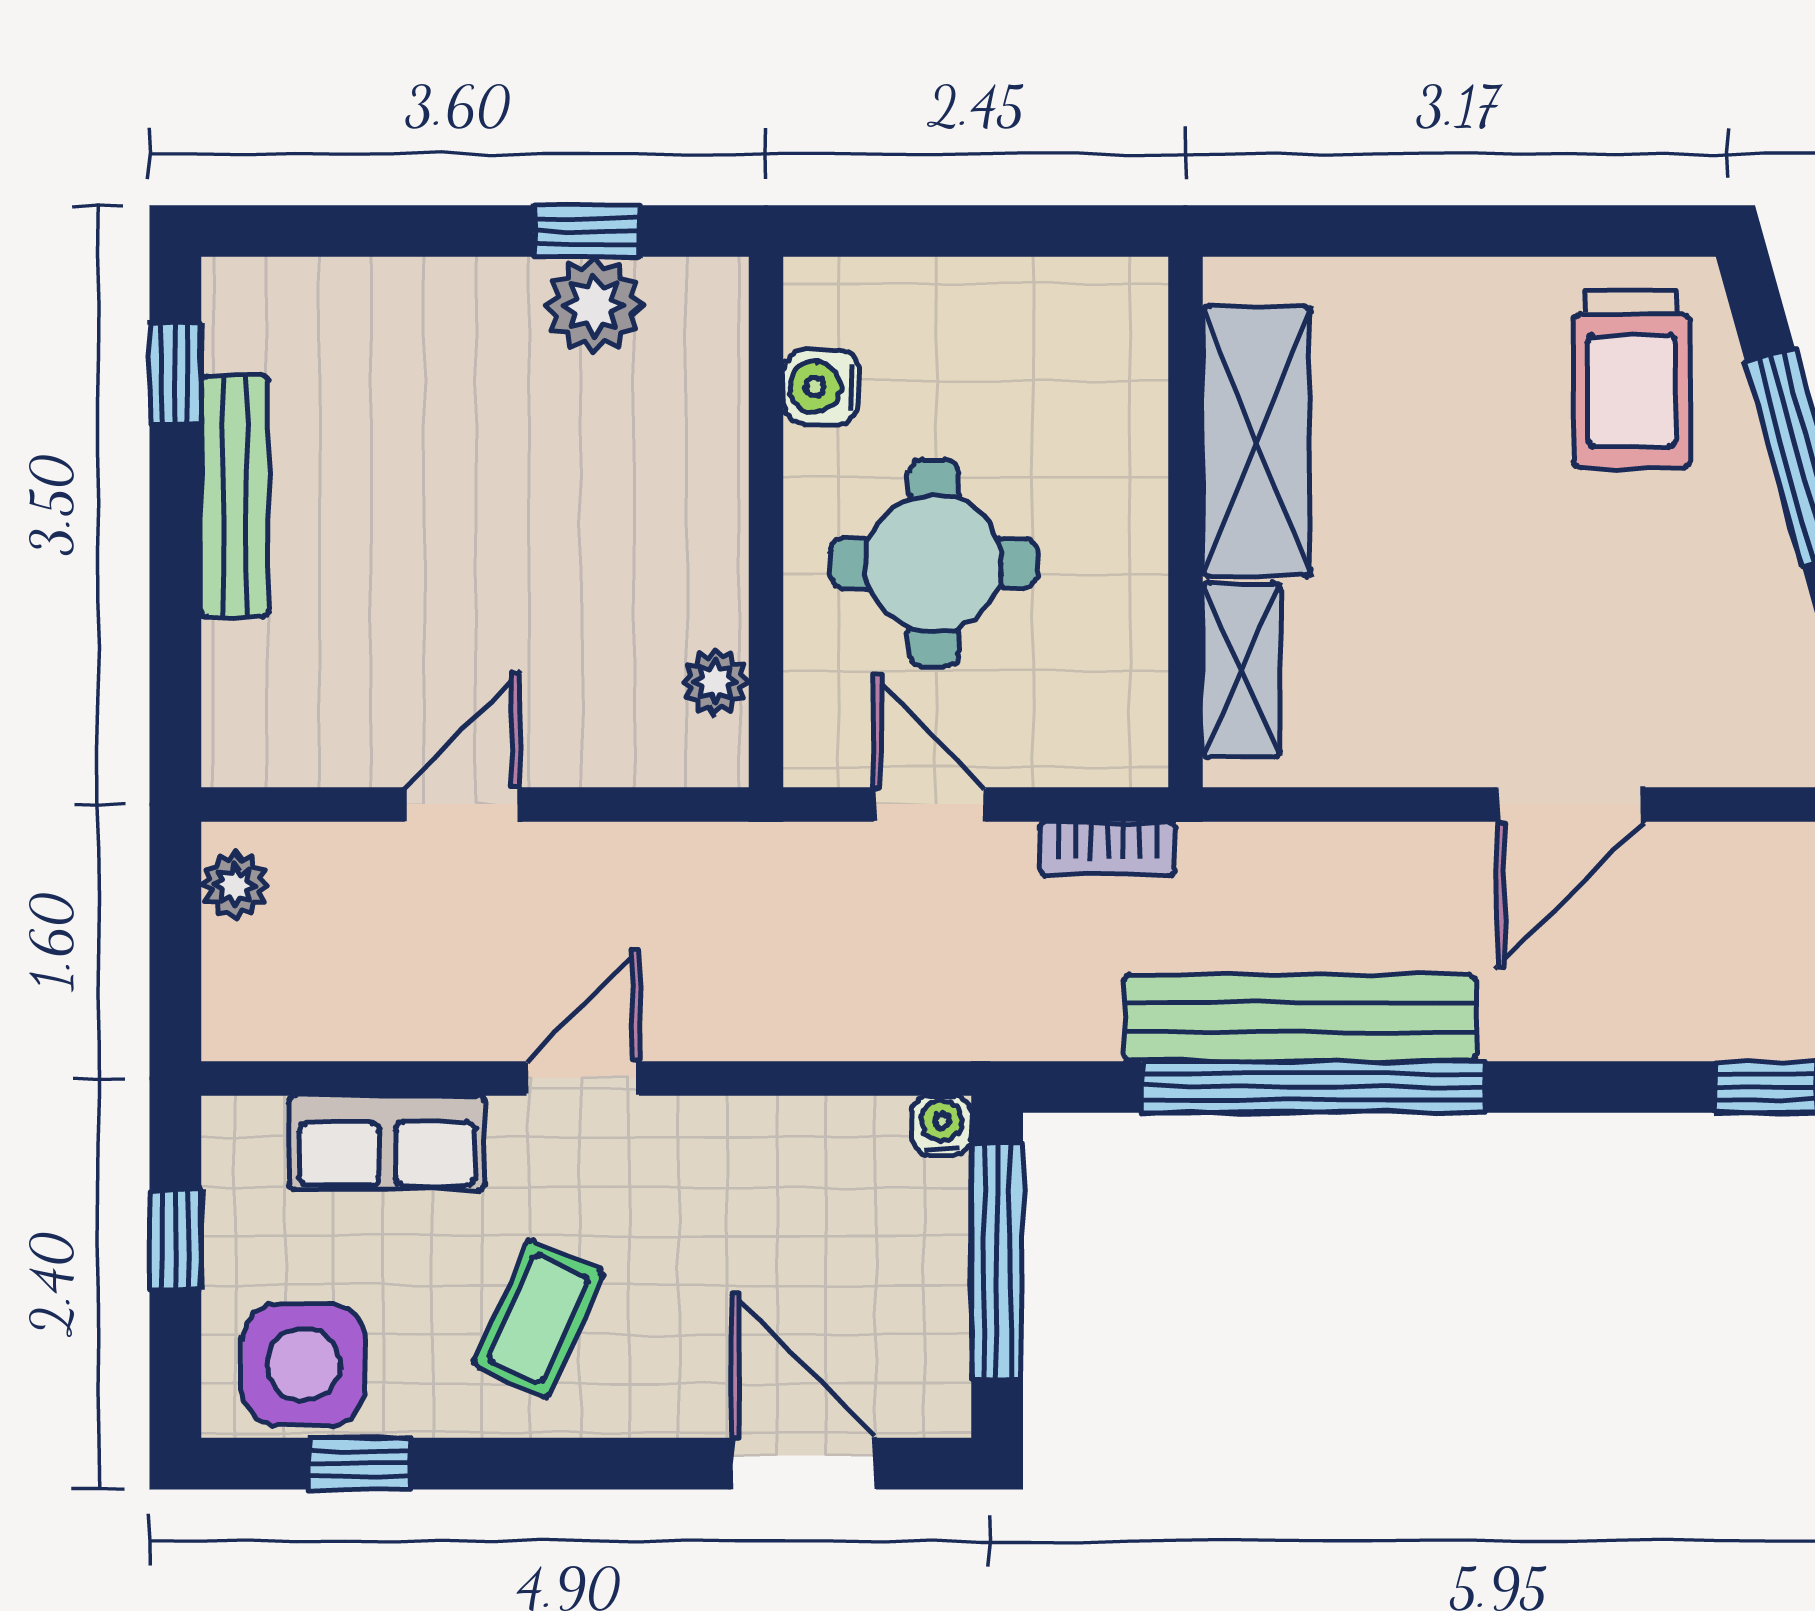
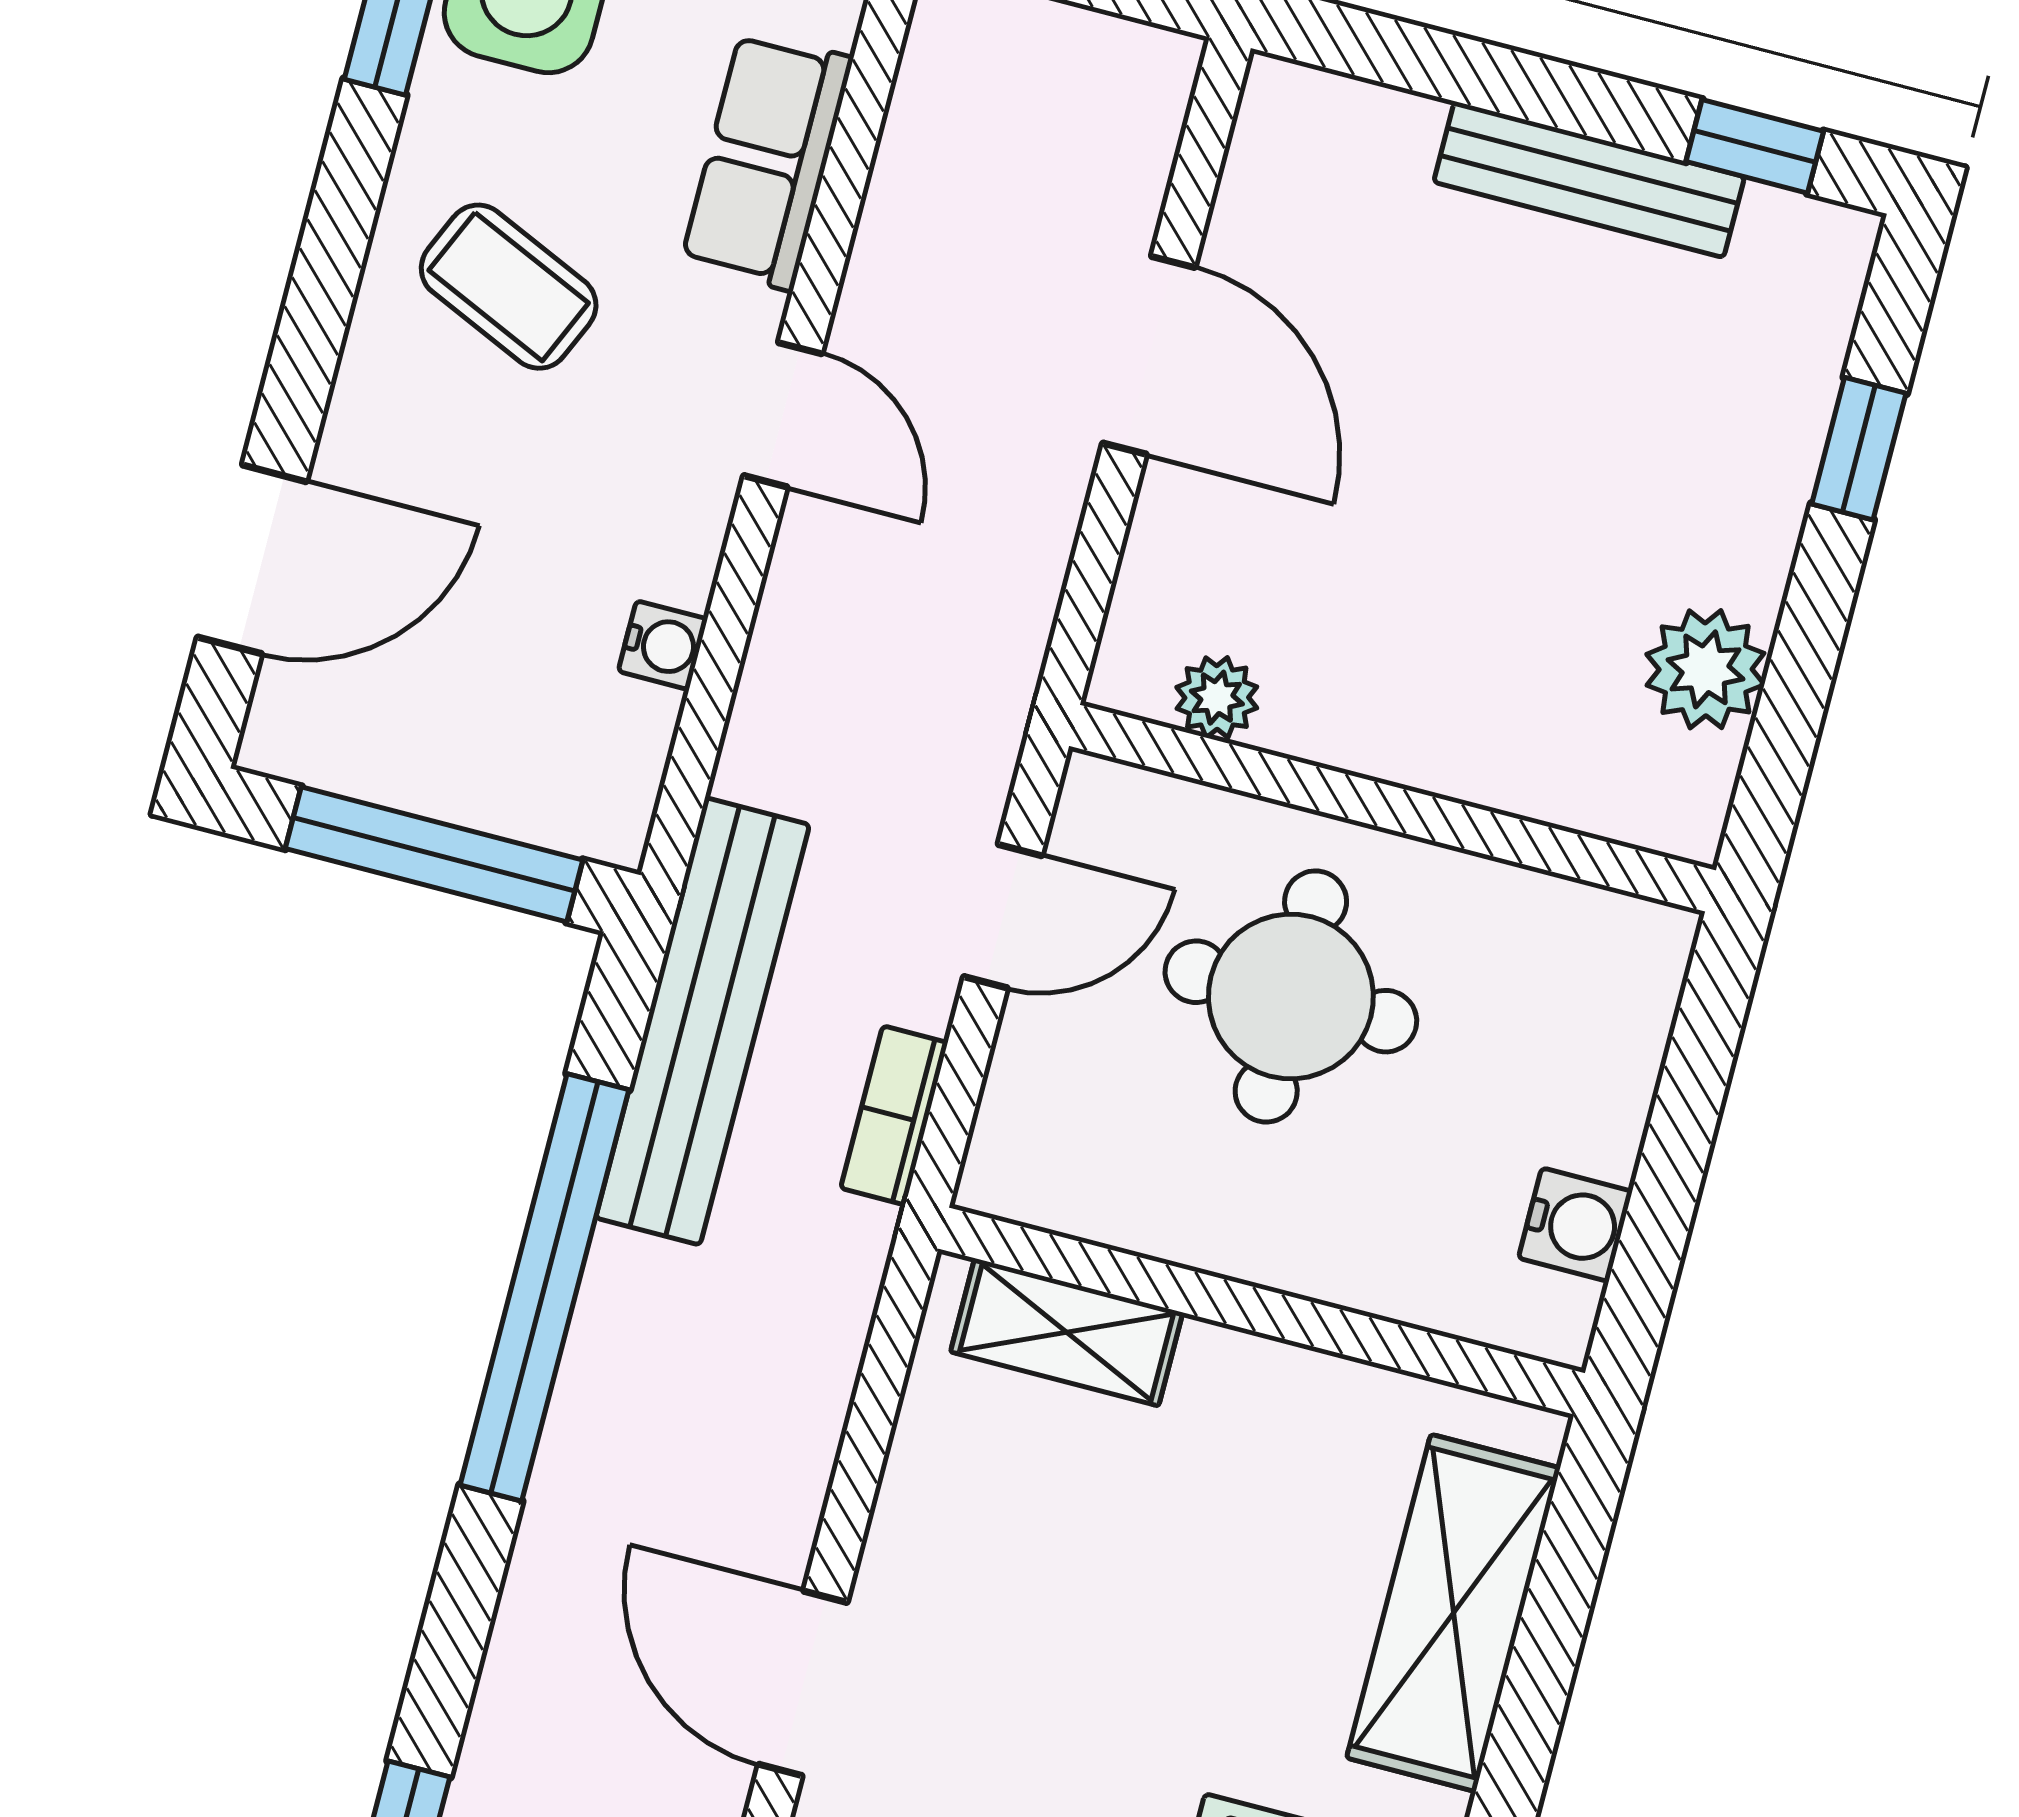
window: (586, 231) -> (1859, 449), moved
water cooler: (821, 387) -> (1575, 1225), moved, turned 90
shelving: (1257, 441) -> (1453, 1613), moved, turned 90
door: (462, 804) -> (1149, 355), width x1.38
plant: (235, 885) -> (1123, 58), removed
bench: (1300, 1018) -> (703, 1021), moved
water cooler: (942, 1125) -> (663, 645), moved

